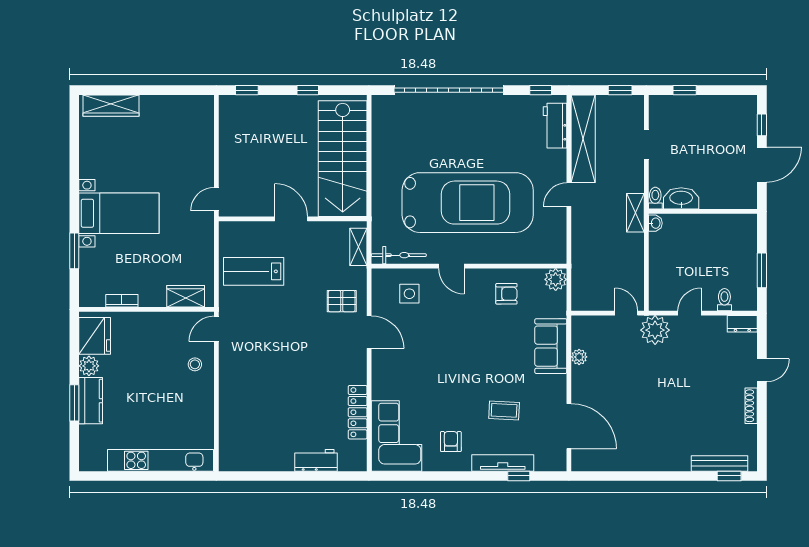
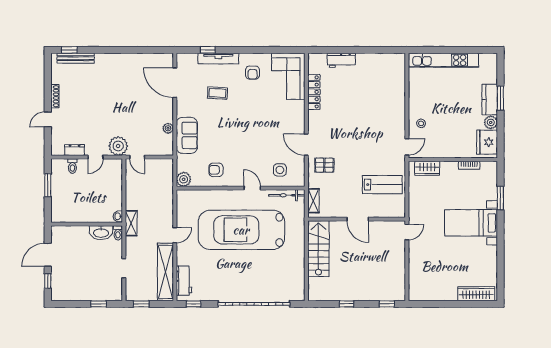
stairs: (343, 159) -> (318, 249), width x0.73, depth x0.66
dresser: (742, 324) -> (75, 150), moved

